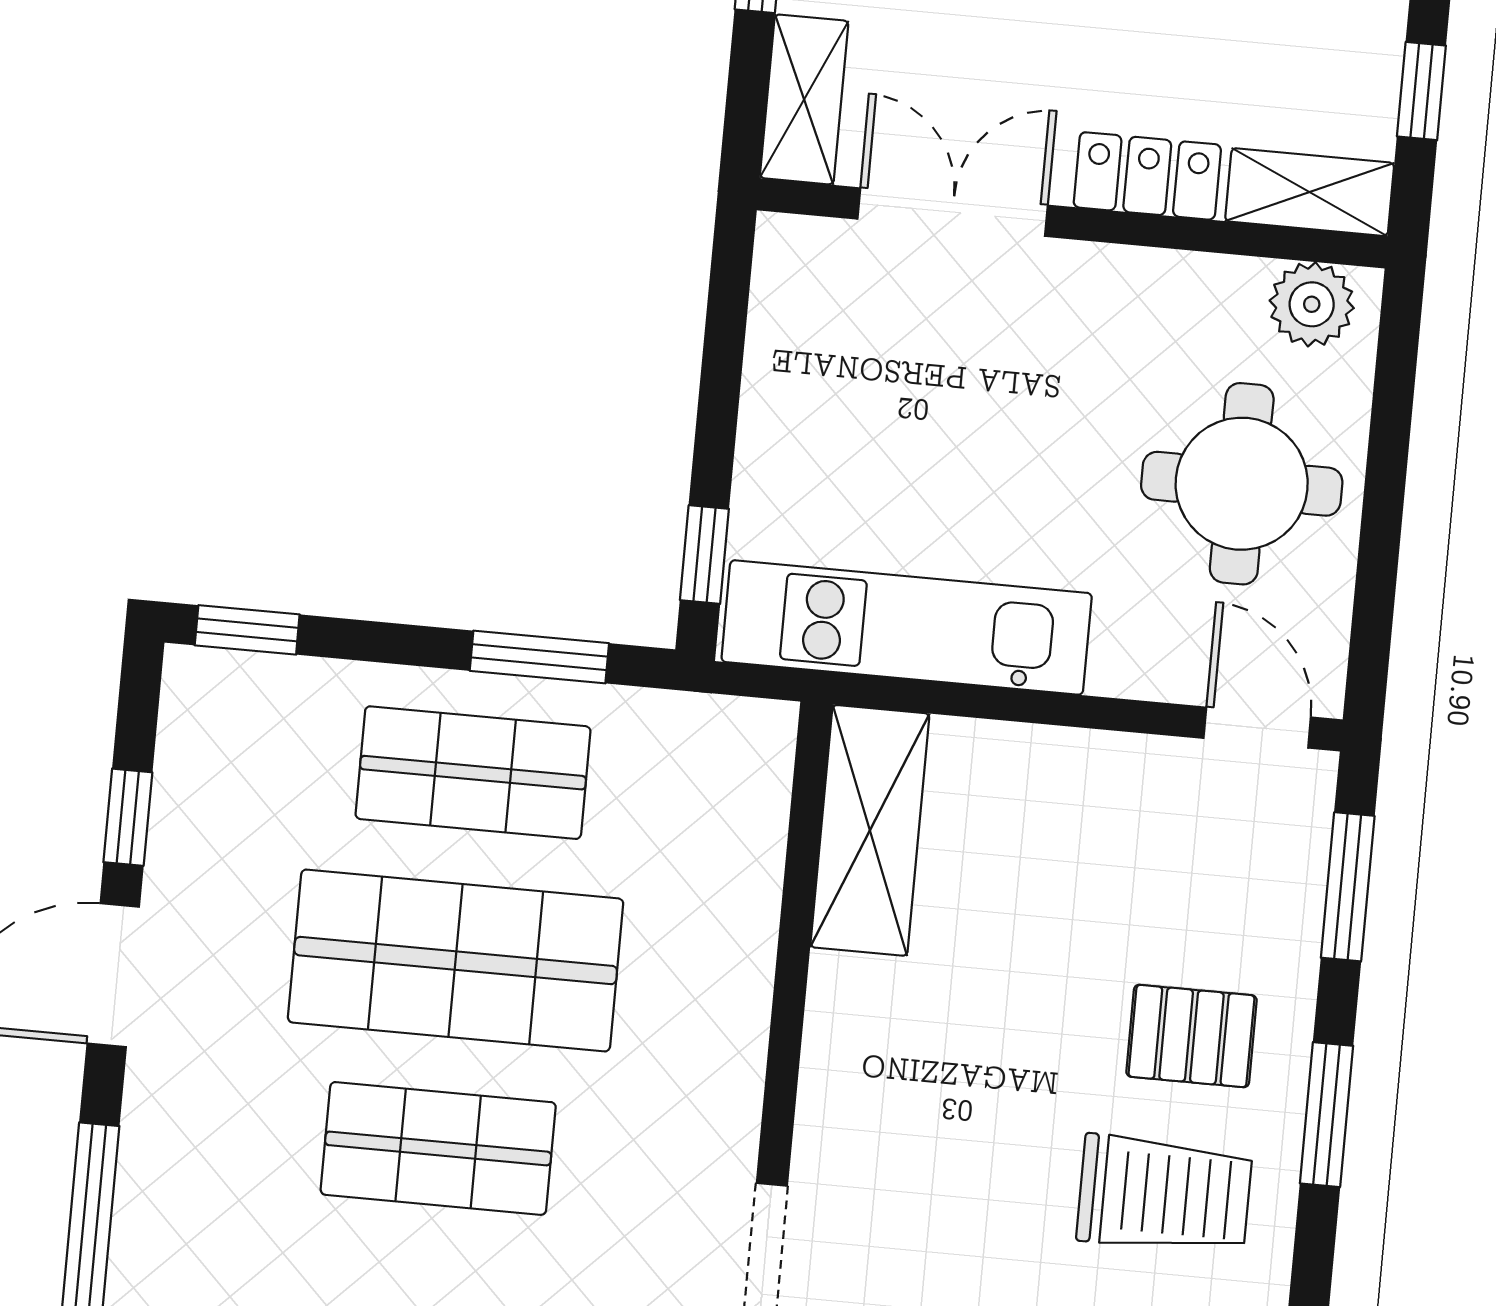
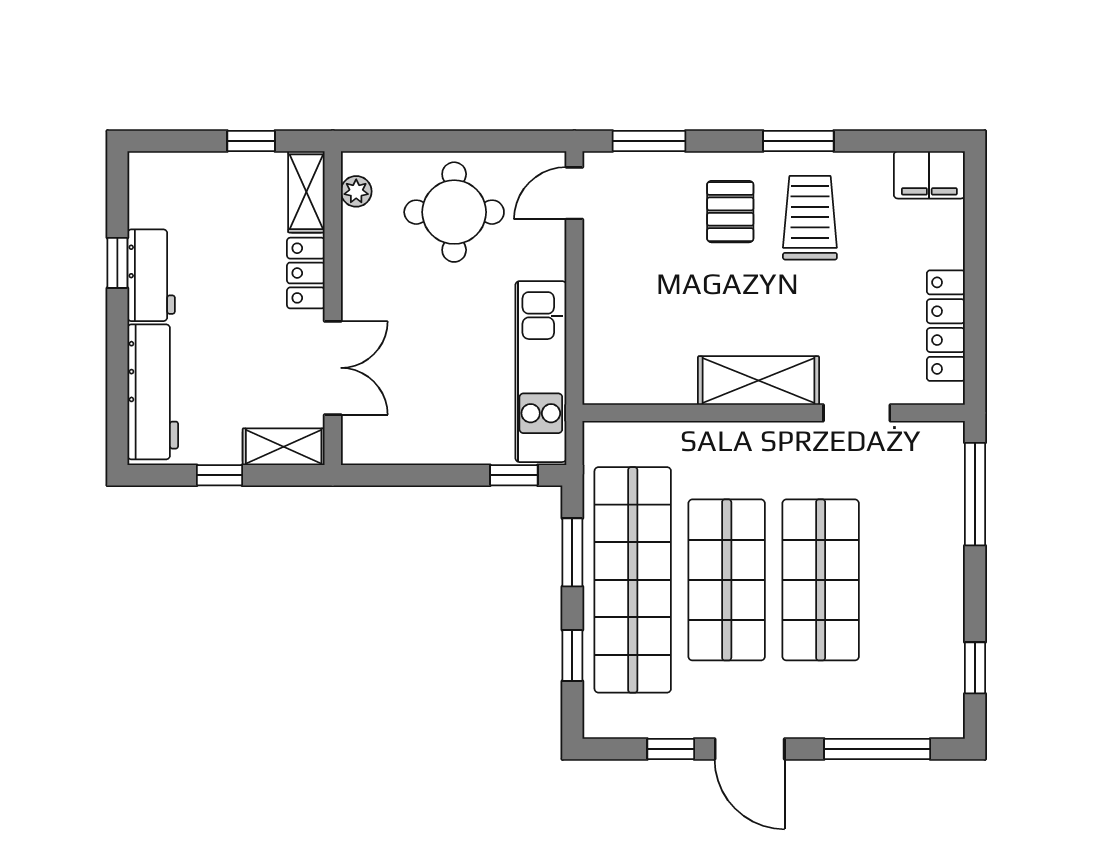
double door: (953, 212) -> (333, 368), swing flipped
plant: (1312, 304) -> (356, 191), width x0.73, depth x0.73
window: (247, 630) -> (572, 656), moved
shop shelf: (473, 773) -> (633, 580), width x2.00, depth x1.36
shelving: (870, 830) -> (759, 380), moved
window: (1327, 1115) -> (798, 141), moved
shop shelf: (438, 1148) -> (821, 580), width x1.43, depth x1.36

